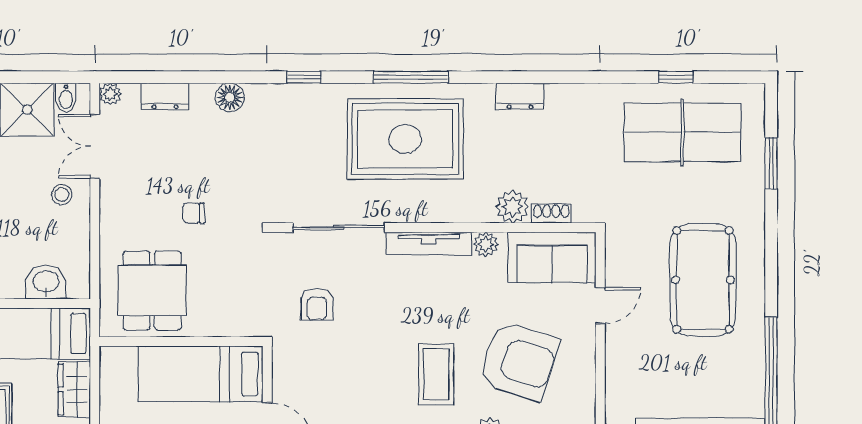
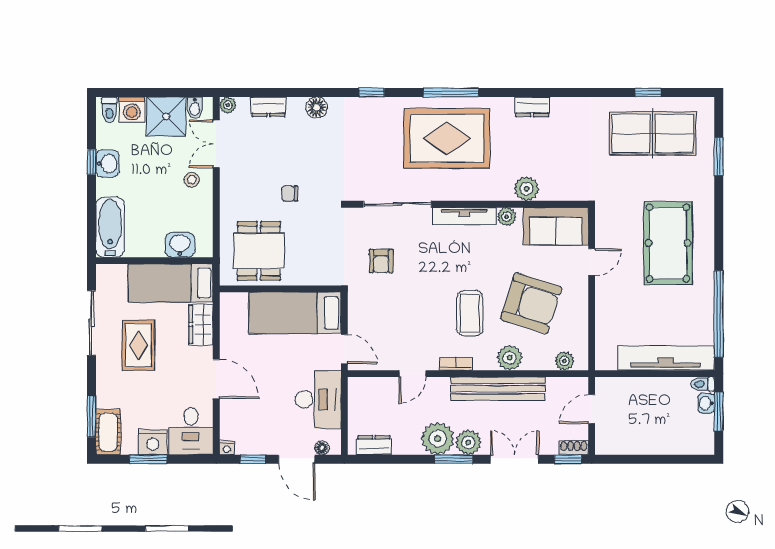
shoe rack: (551, 214) -> (555, 194), removed

